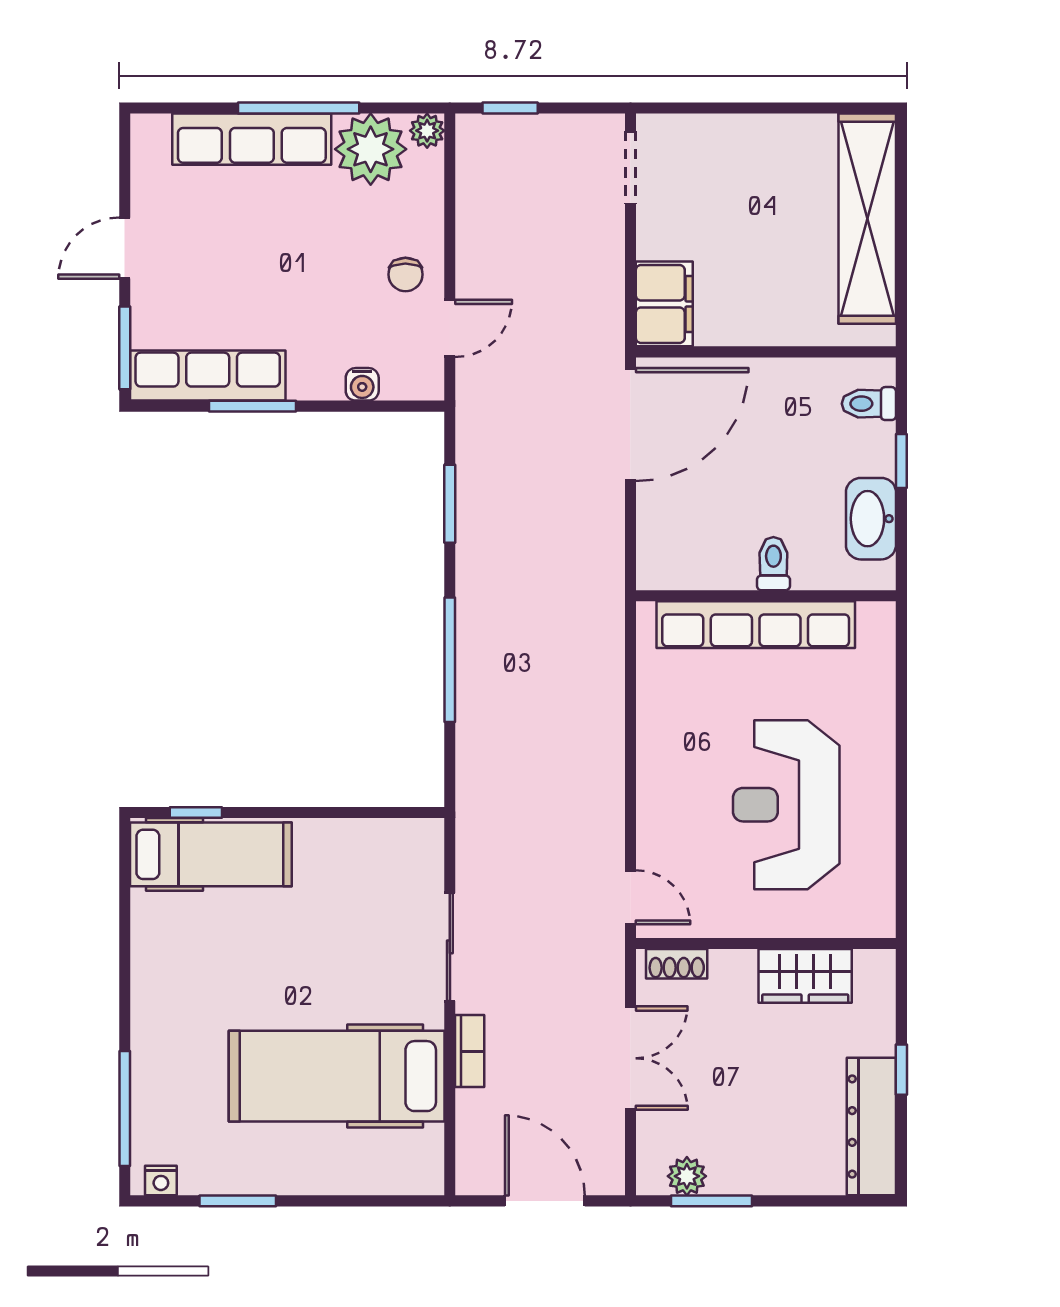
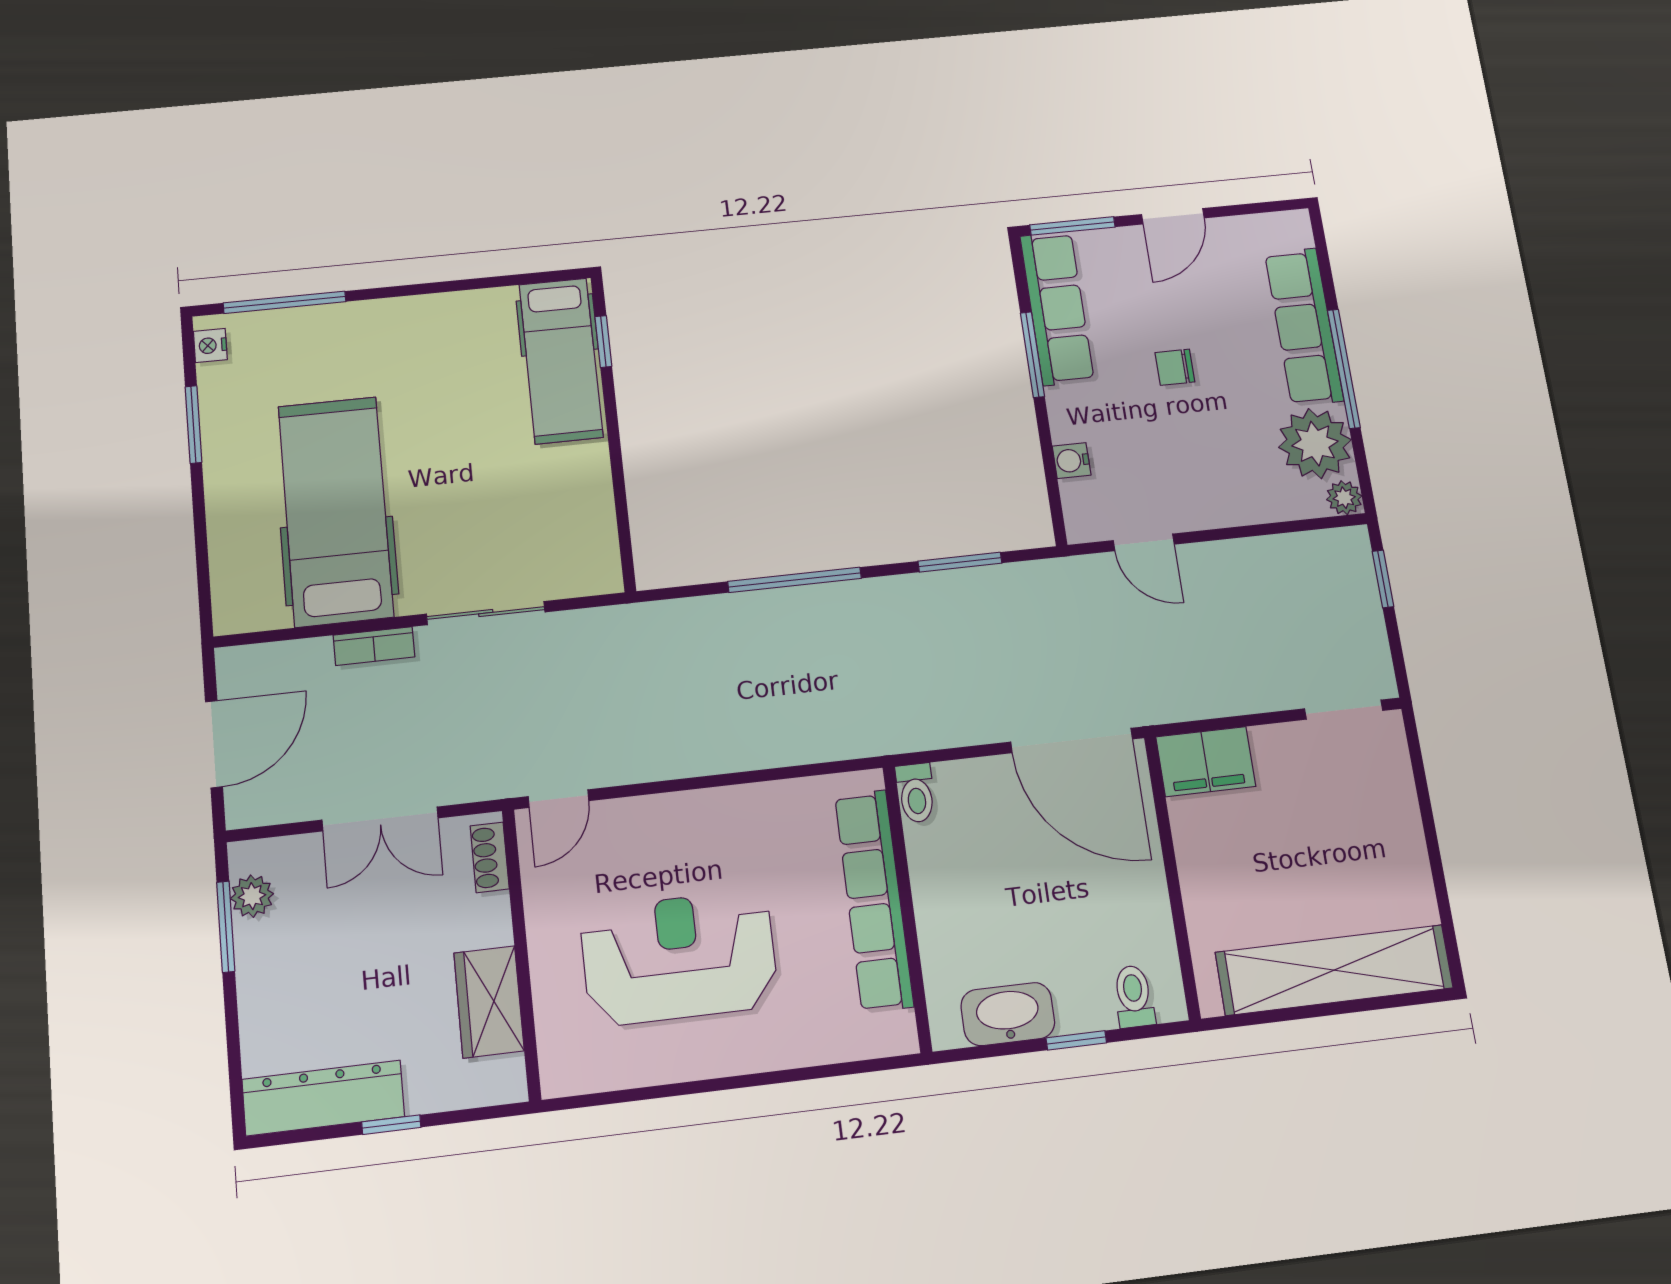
door: (125, 248) -> (1173, 216), swing flipped
chair: (405, 274) -> (1175, 367), moved
toilet: (773, 564) -> (916, 793), moved, turned 90

